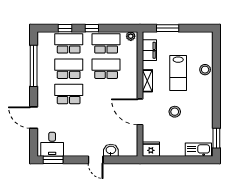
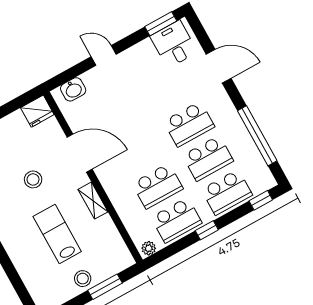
window: (65, 28) -> (261, 200), moved
filing cabinet: (149, 50) -> (113, 243), removed
stool: (205, 70) -> (83, 279), moved
washbasin: (111, 150) -> (73, 89), moved

